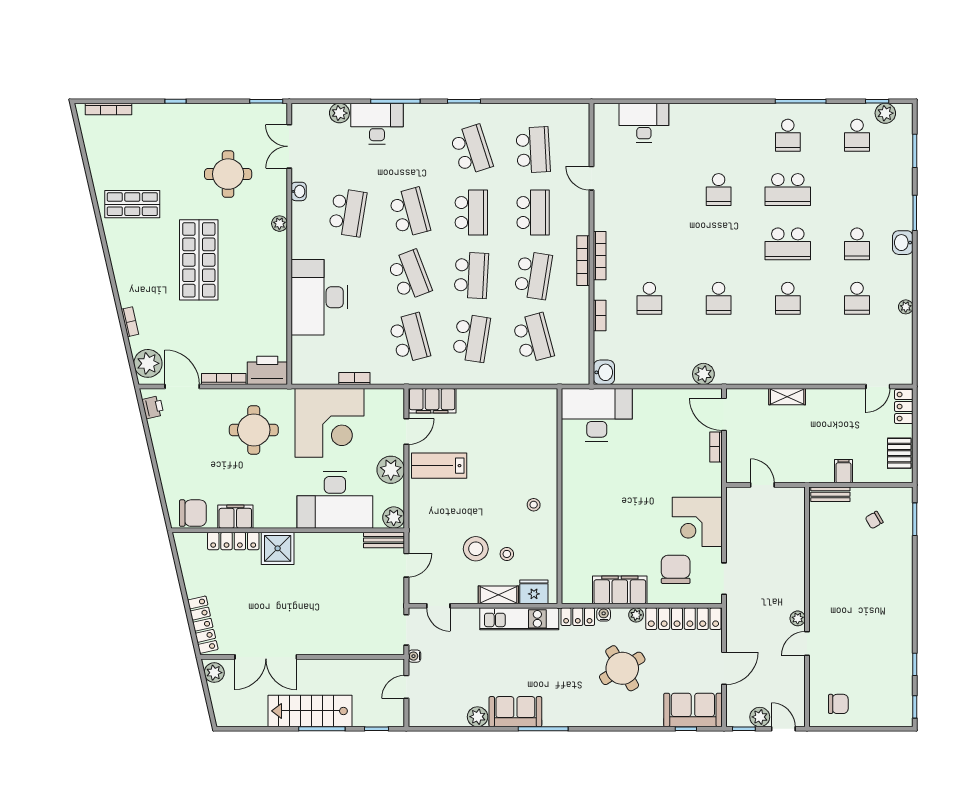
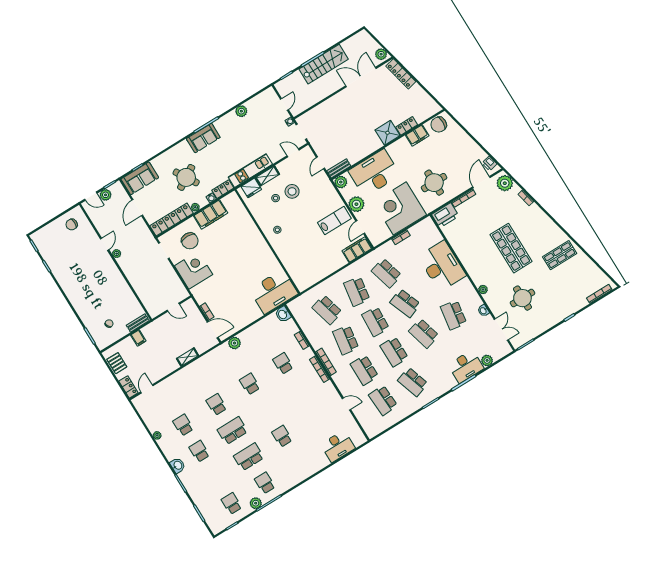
plant: (885, 113) -> (256, 503), moved
door: (182, 387) -> (481, 182), swing flipped
locker: (233, 541) -> (407, 126), width x0.66
sofa: (515, 712) -> (203, 138), moved

